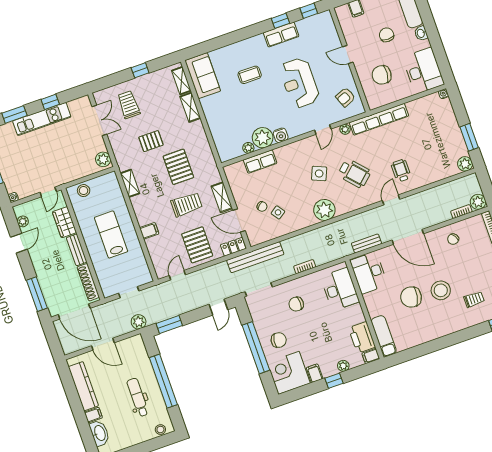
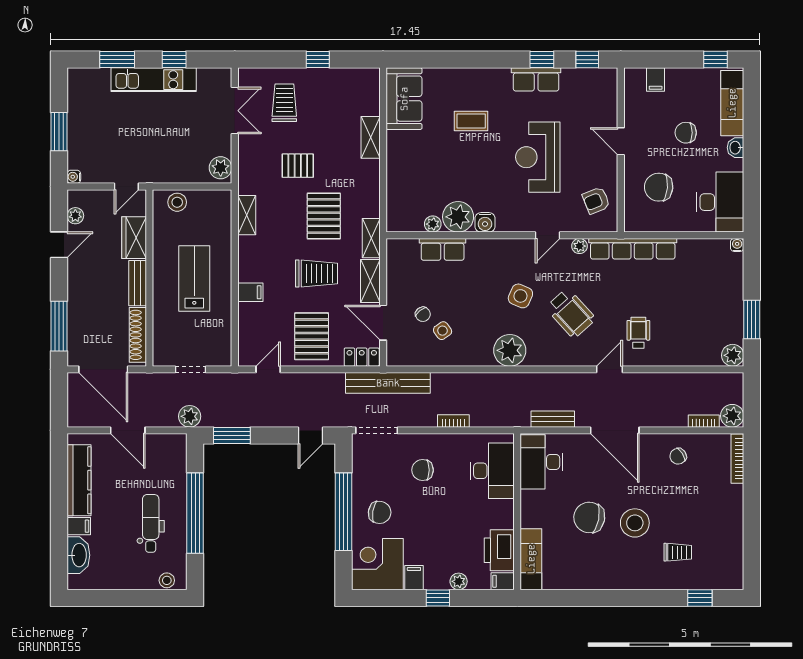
chair: (387, 35) -> (686, 133), turned -90
shelving: (181, 81) -> (371, 238), moved

